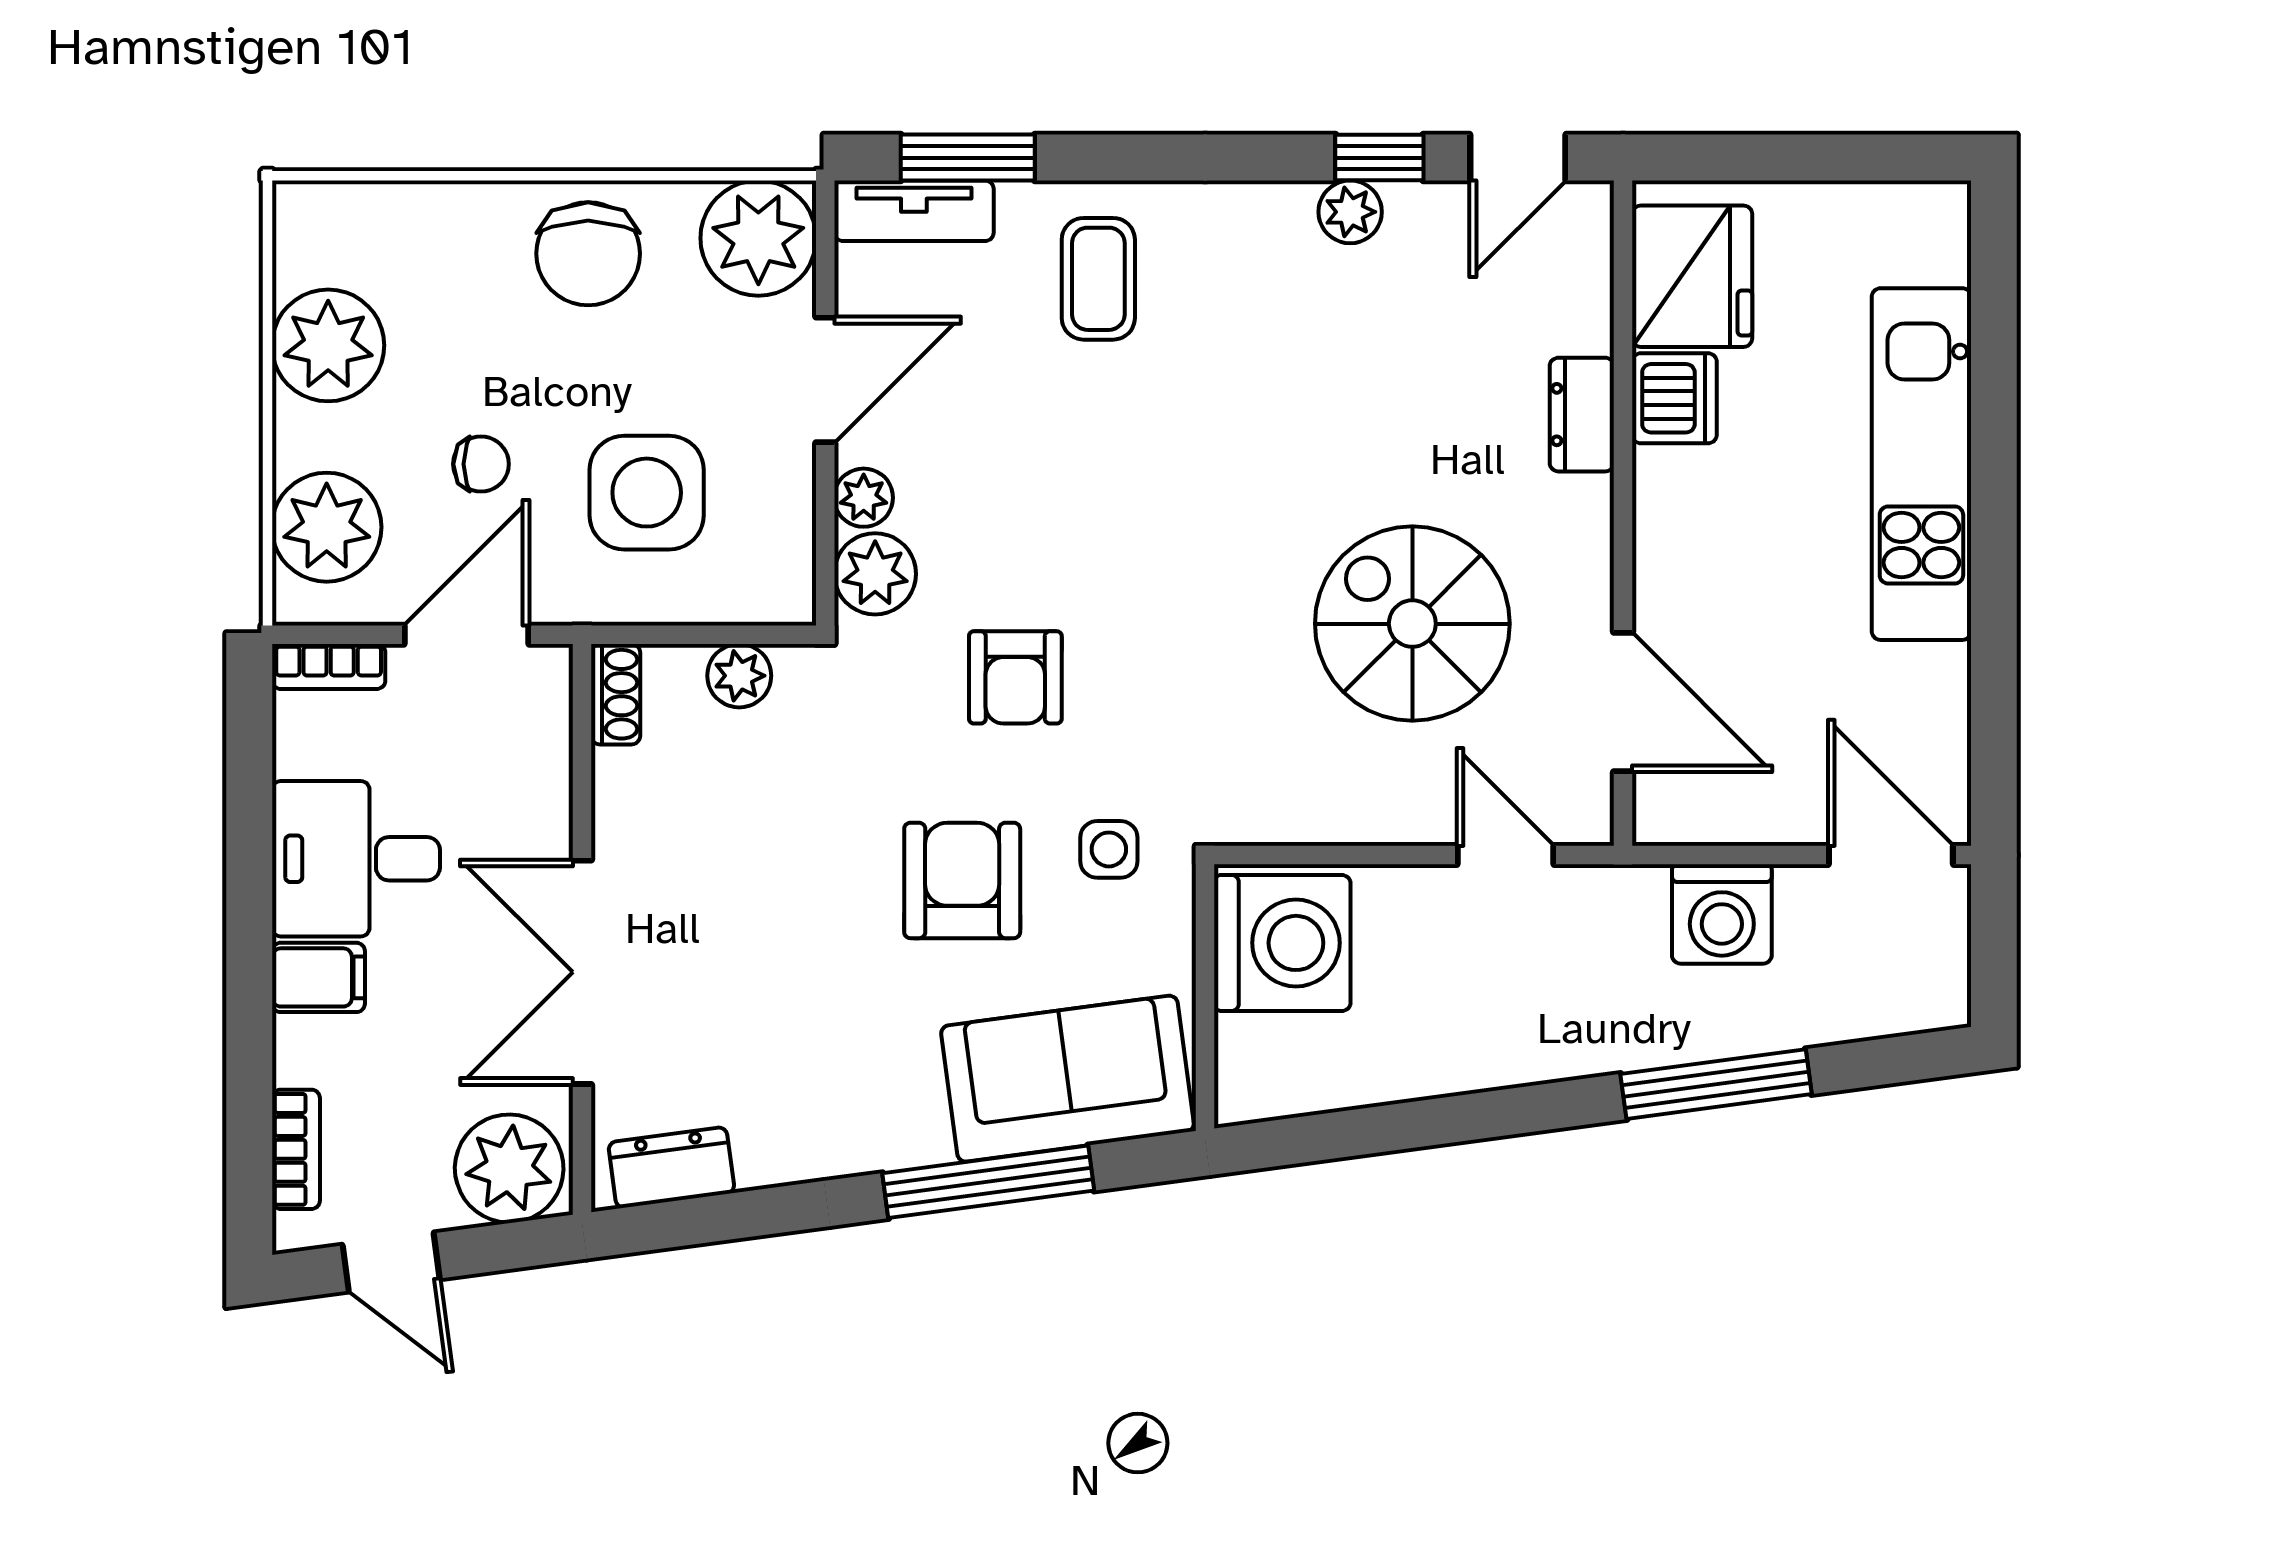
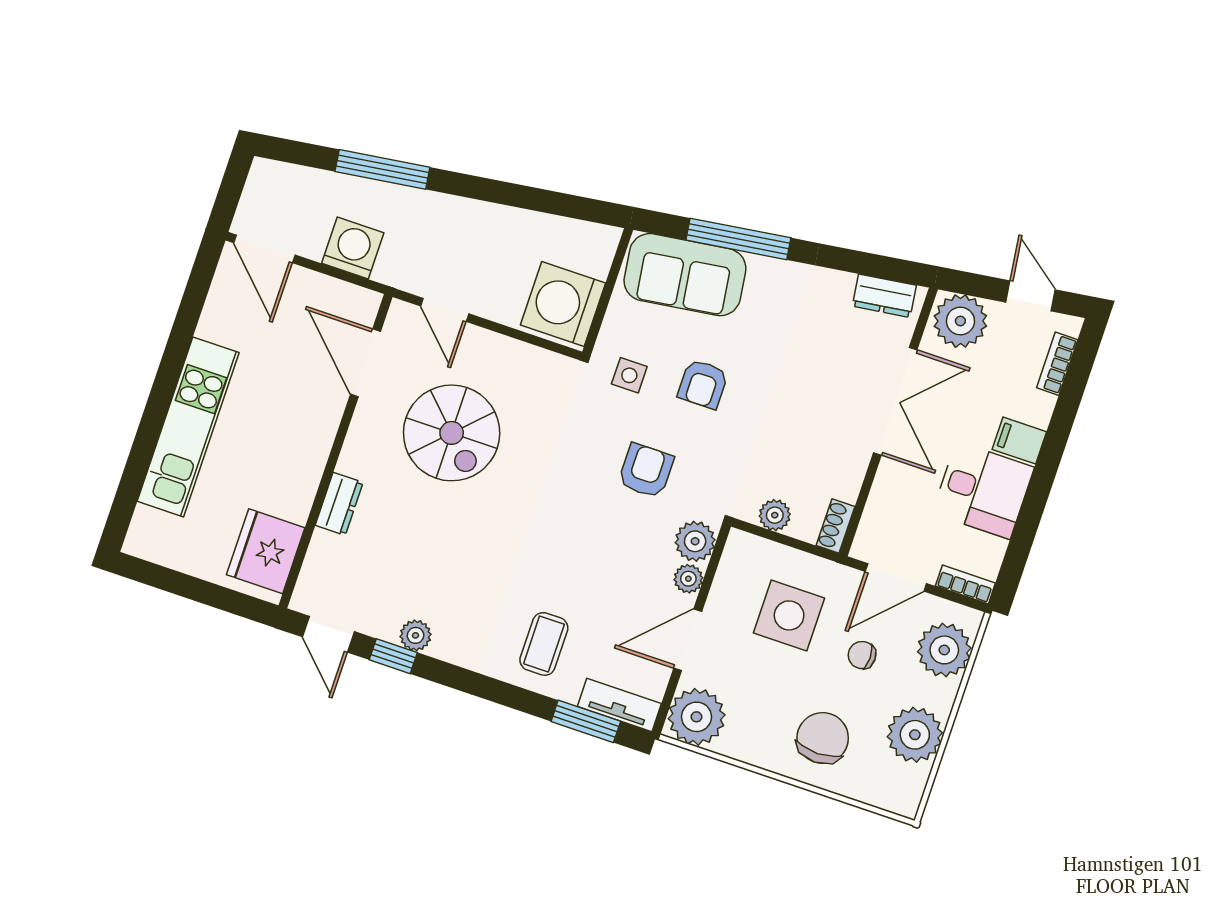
door: (1518, 158) -> (328, 634), swing flipped
chair: (588, 254) -> (823, 738), moved
dishwasher: (1674, 398) -> (293, 497), removed
armchair: (962, 880) -> (703, 384), width x0.72, depth x0.72

